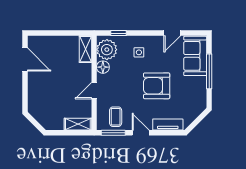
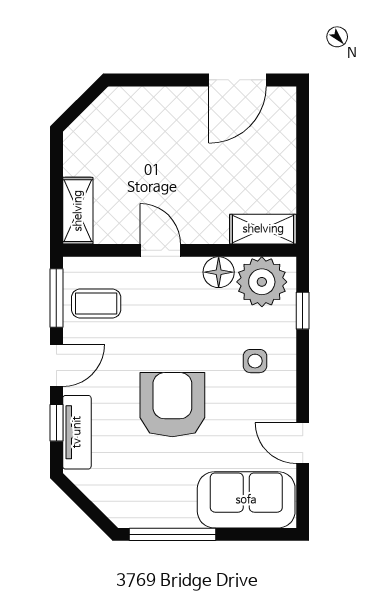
window: (209, 71) -> (173, 534), moved
window: (164, 133) -> (56, 423), added

